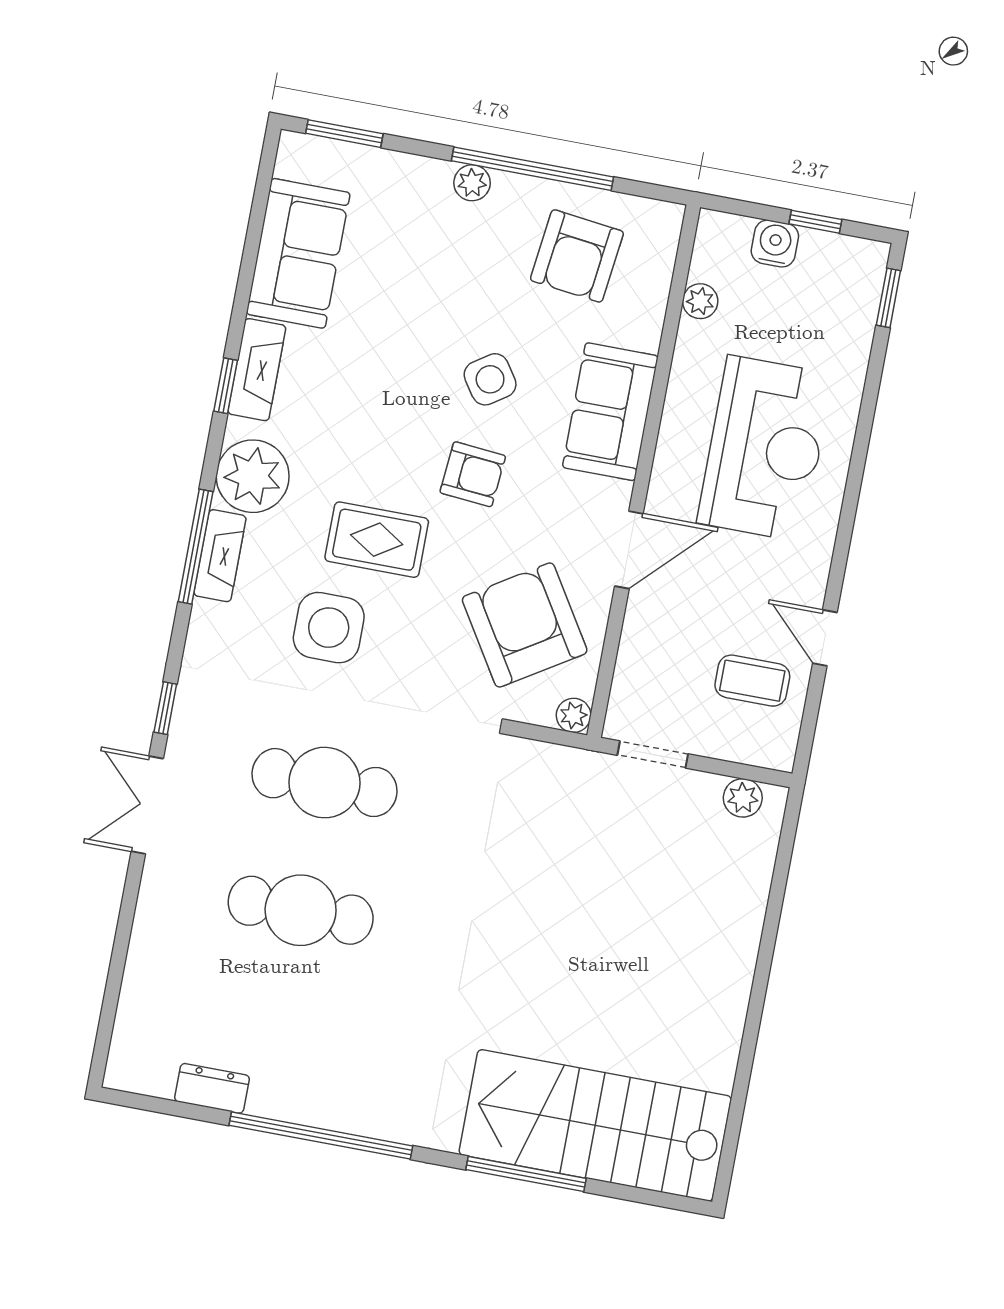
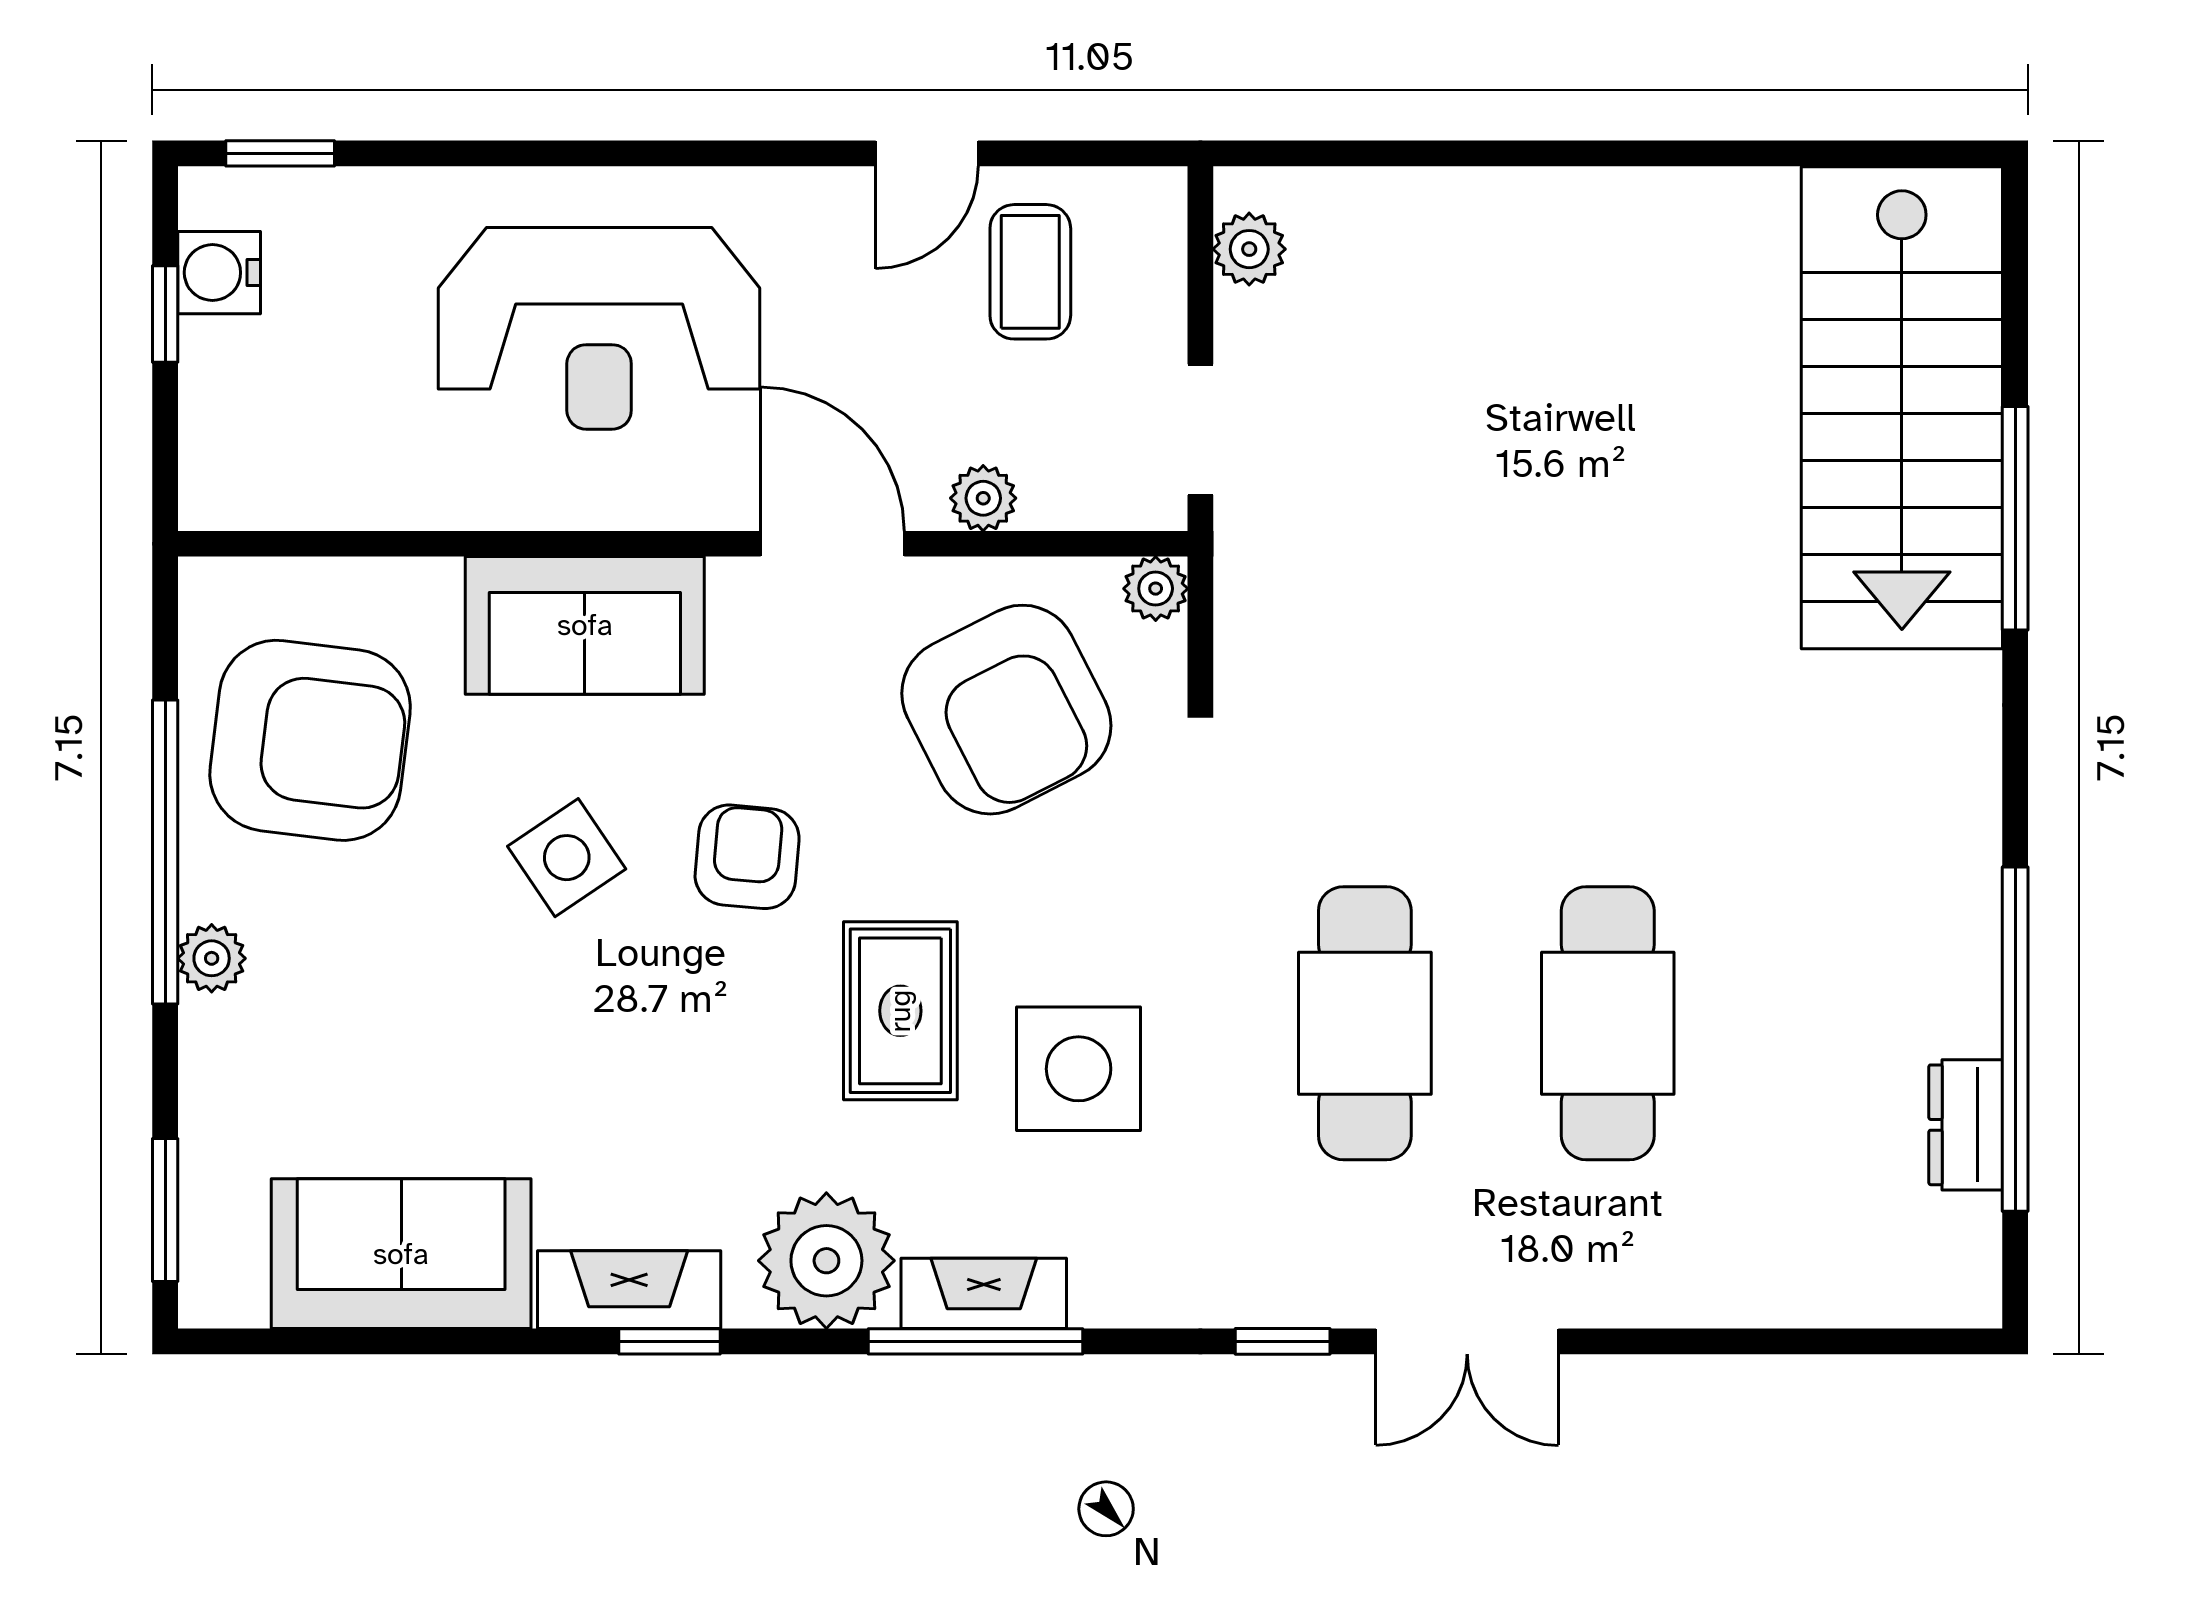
water cooler: (775, 244) -> (219, 273), moved
armchair: (577, 256) -> (310, 740), width x1.36, depth x1.36
plant: (700, 301) -> (983, 498), moved
reception desk: (765, 448) -> (599, 328), turned 180
armchair: (525, 625) -> (1006, 710), turned -85
window: (321, 1136) -> (2015, 1039), moved

